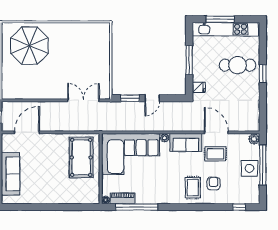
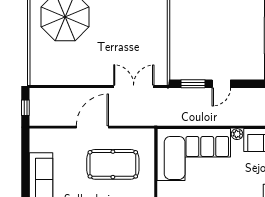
door: (27, 132) -> (92, 127), moved
pool table: (81, 157) -> (113, 164), moved, turned 90

